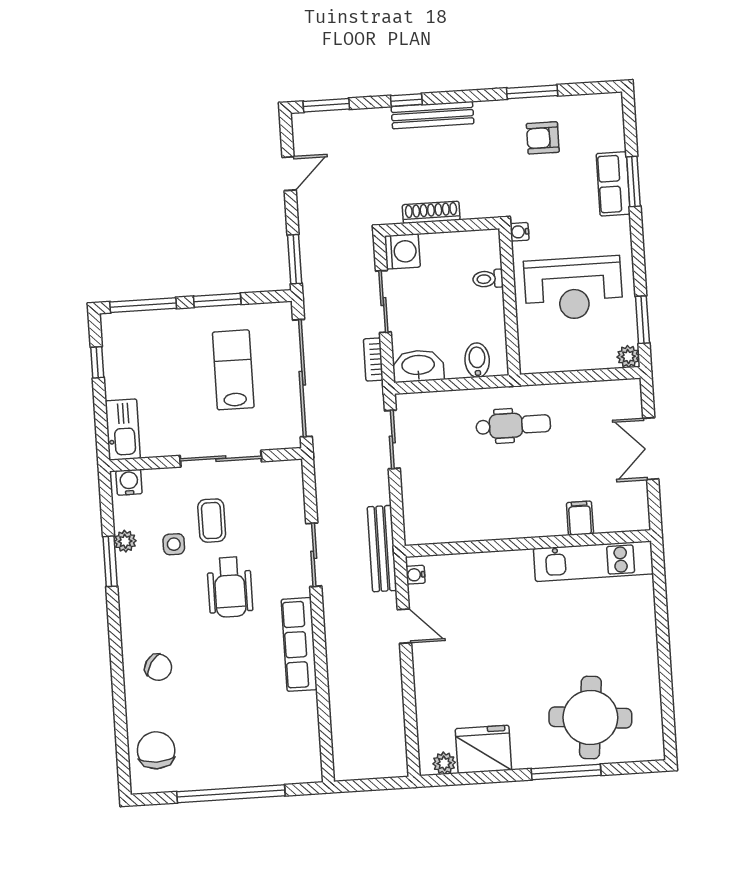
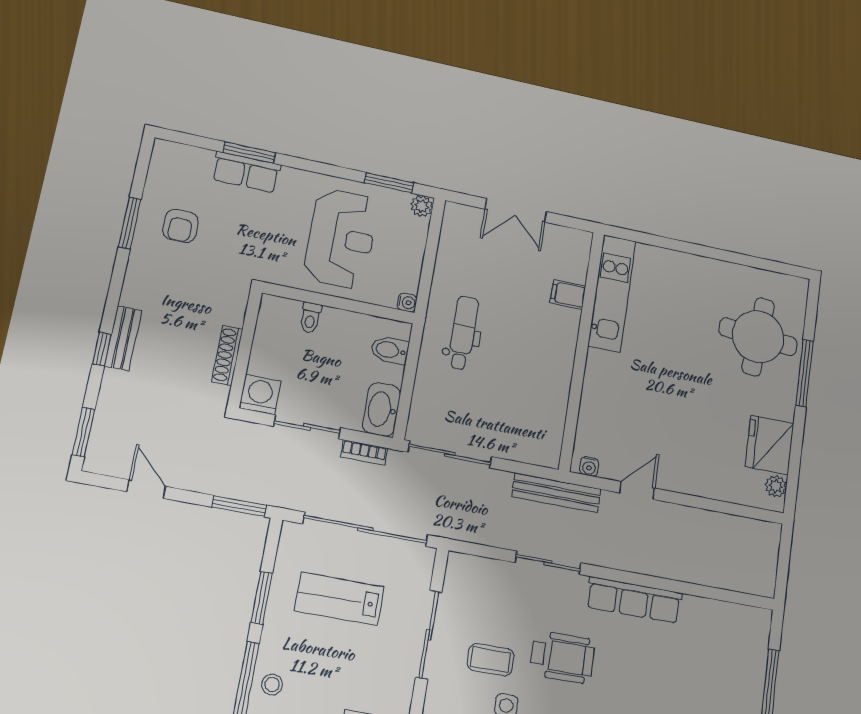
bench: (433, 115) -> (123, 338), width x0.73
water cooler: (519, 232) -> (407, 302), moved, turned -90
stool: (143, 329) -> (272, 684), added
sliding door: (392, 439) -> (450, 454), width x1.37

